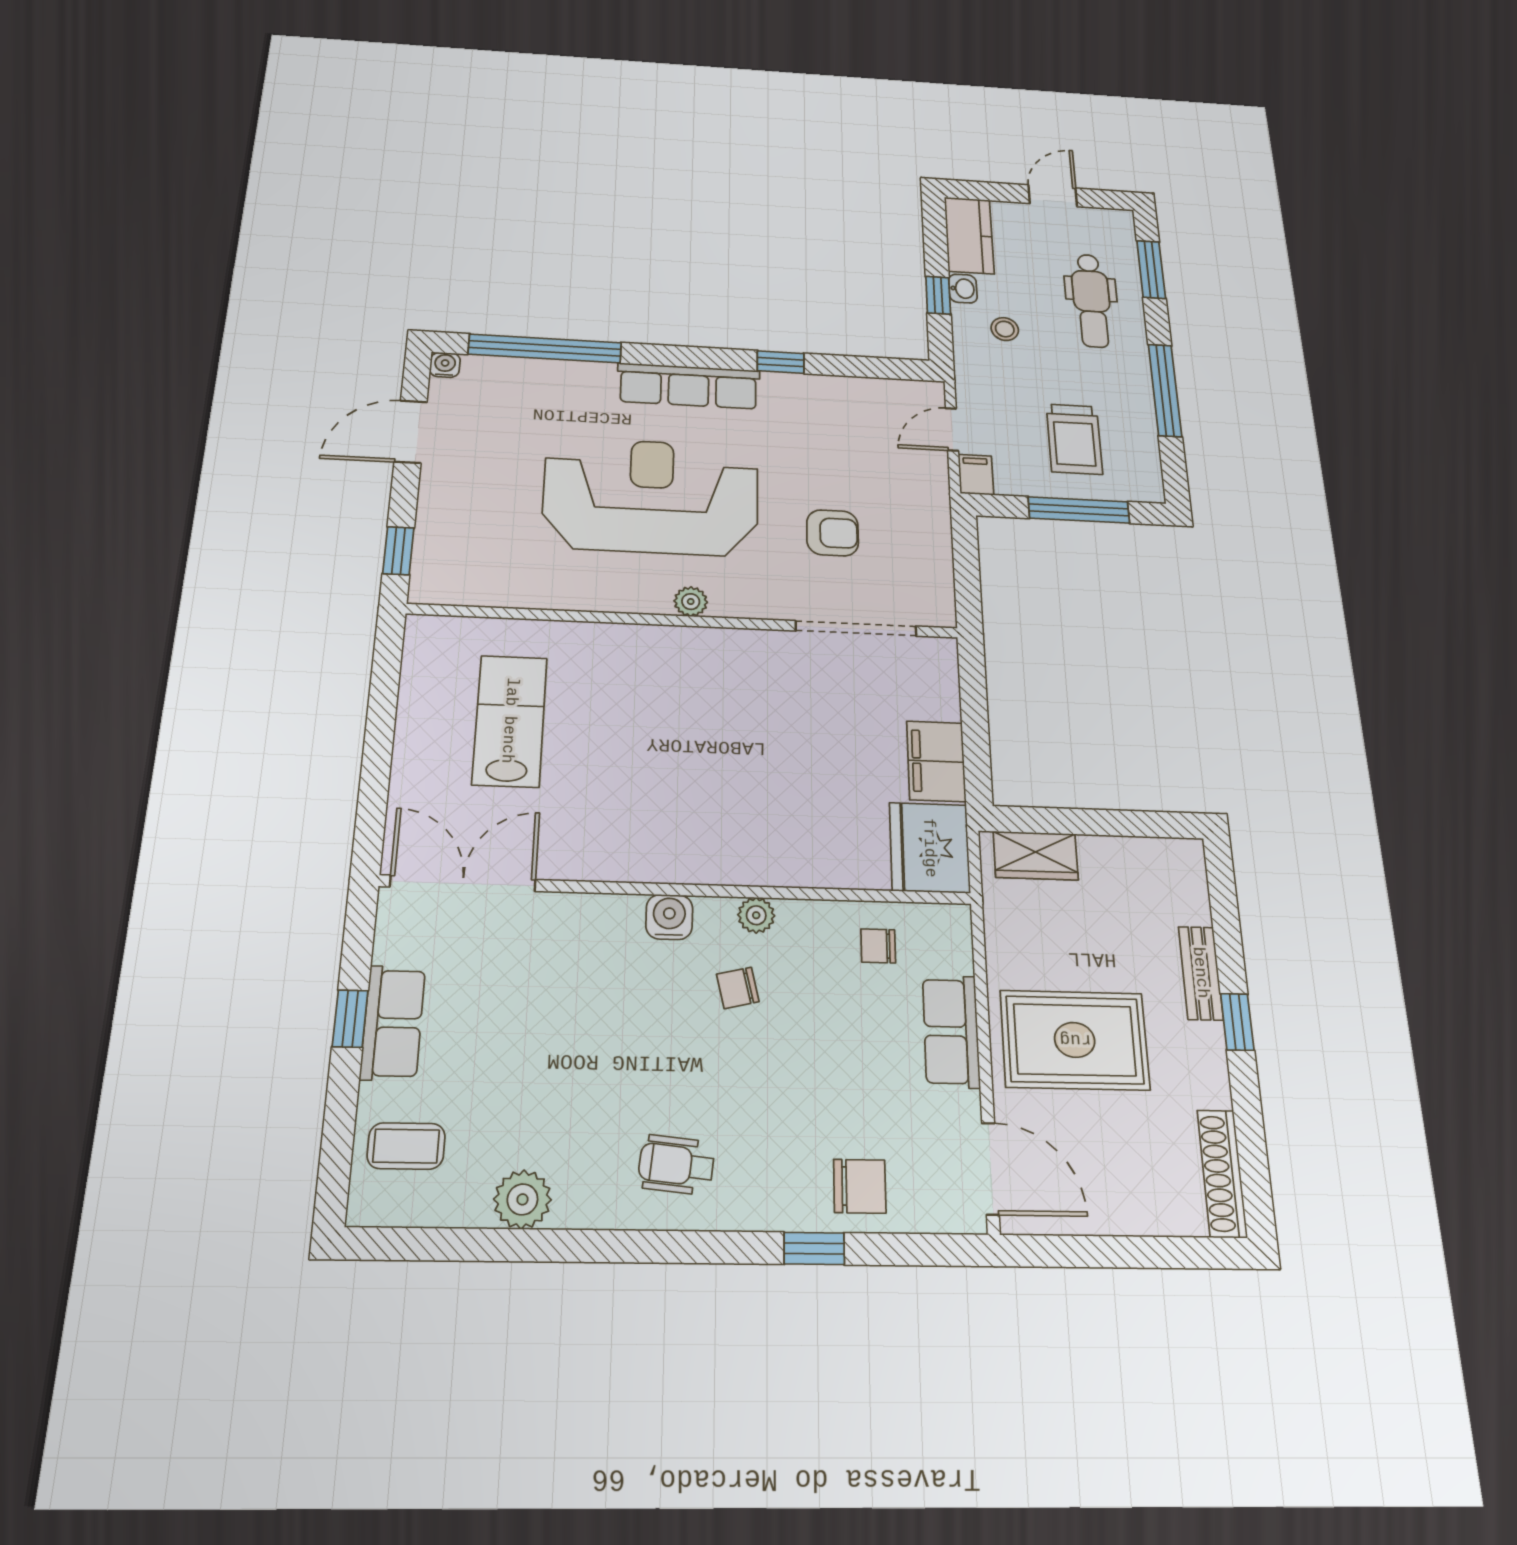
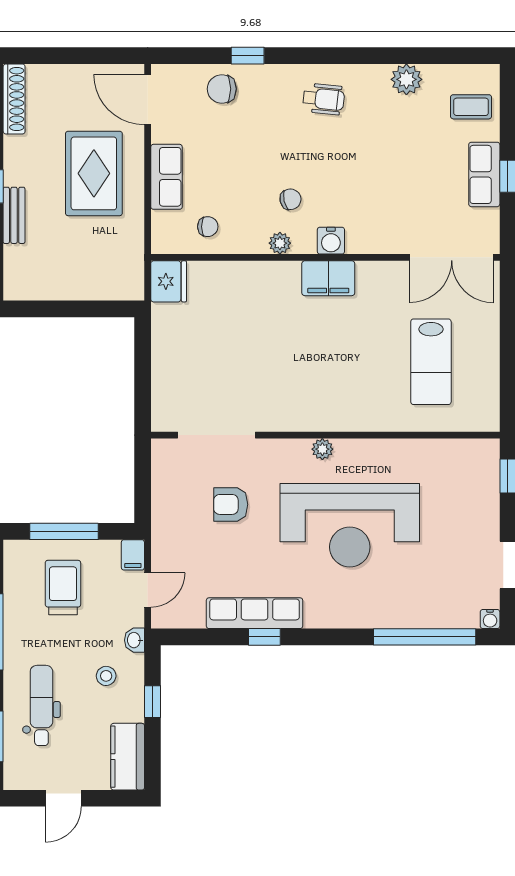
washbasin: (963, 289) -> (134, 640), moved
row of seats: (689, 386) -> (255, 613), moved
filing cabinet: (936, 761) -> (328, 278), moved, turned 90
fridge: (930, 848) -> (169, 281), width x0.73, depth x0.75
wardrobe: (1036, 856) -> (110, 286), removed
rug: (1075, 1040) -> (94, 173), turned 90

